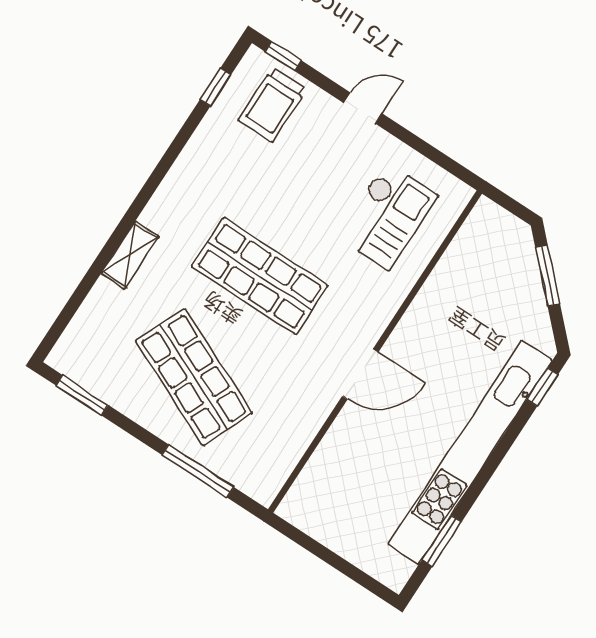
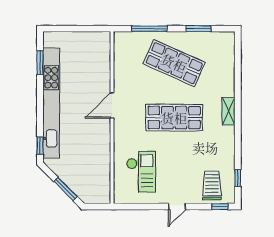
checkout: (387, 216) -> (141, 172), turned 180
shelving: (130, 255) -> (229, 111), moved
window: (82, 395) -> (198, 29), moved

